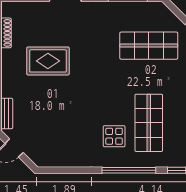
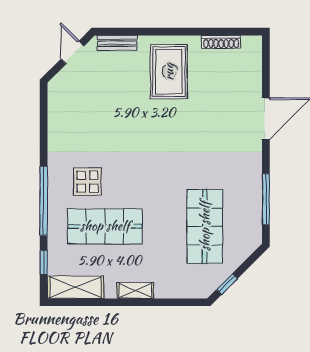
rug: (48, 61) -> (169, 72), moved

